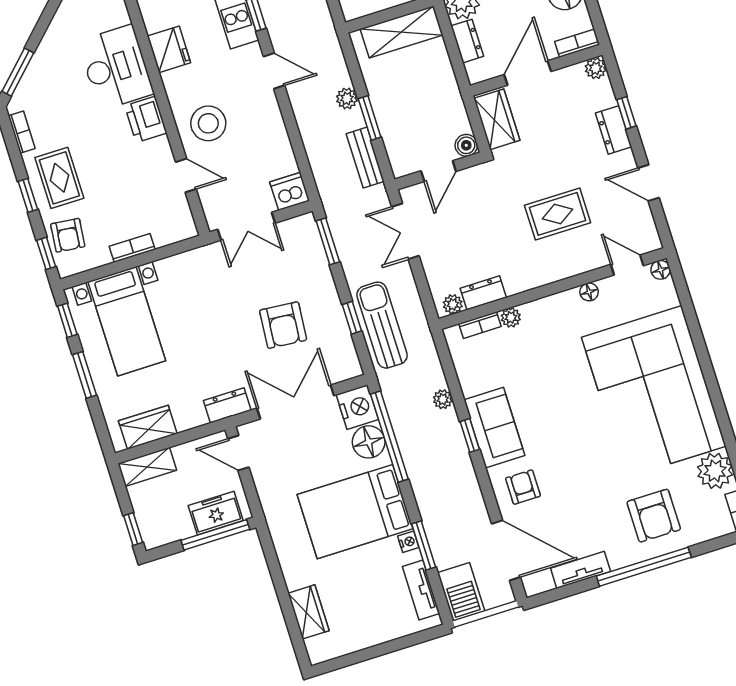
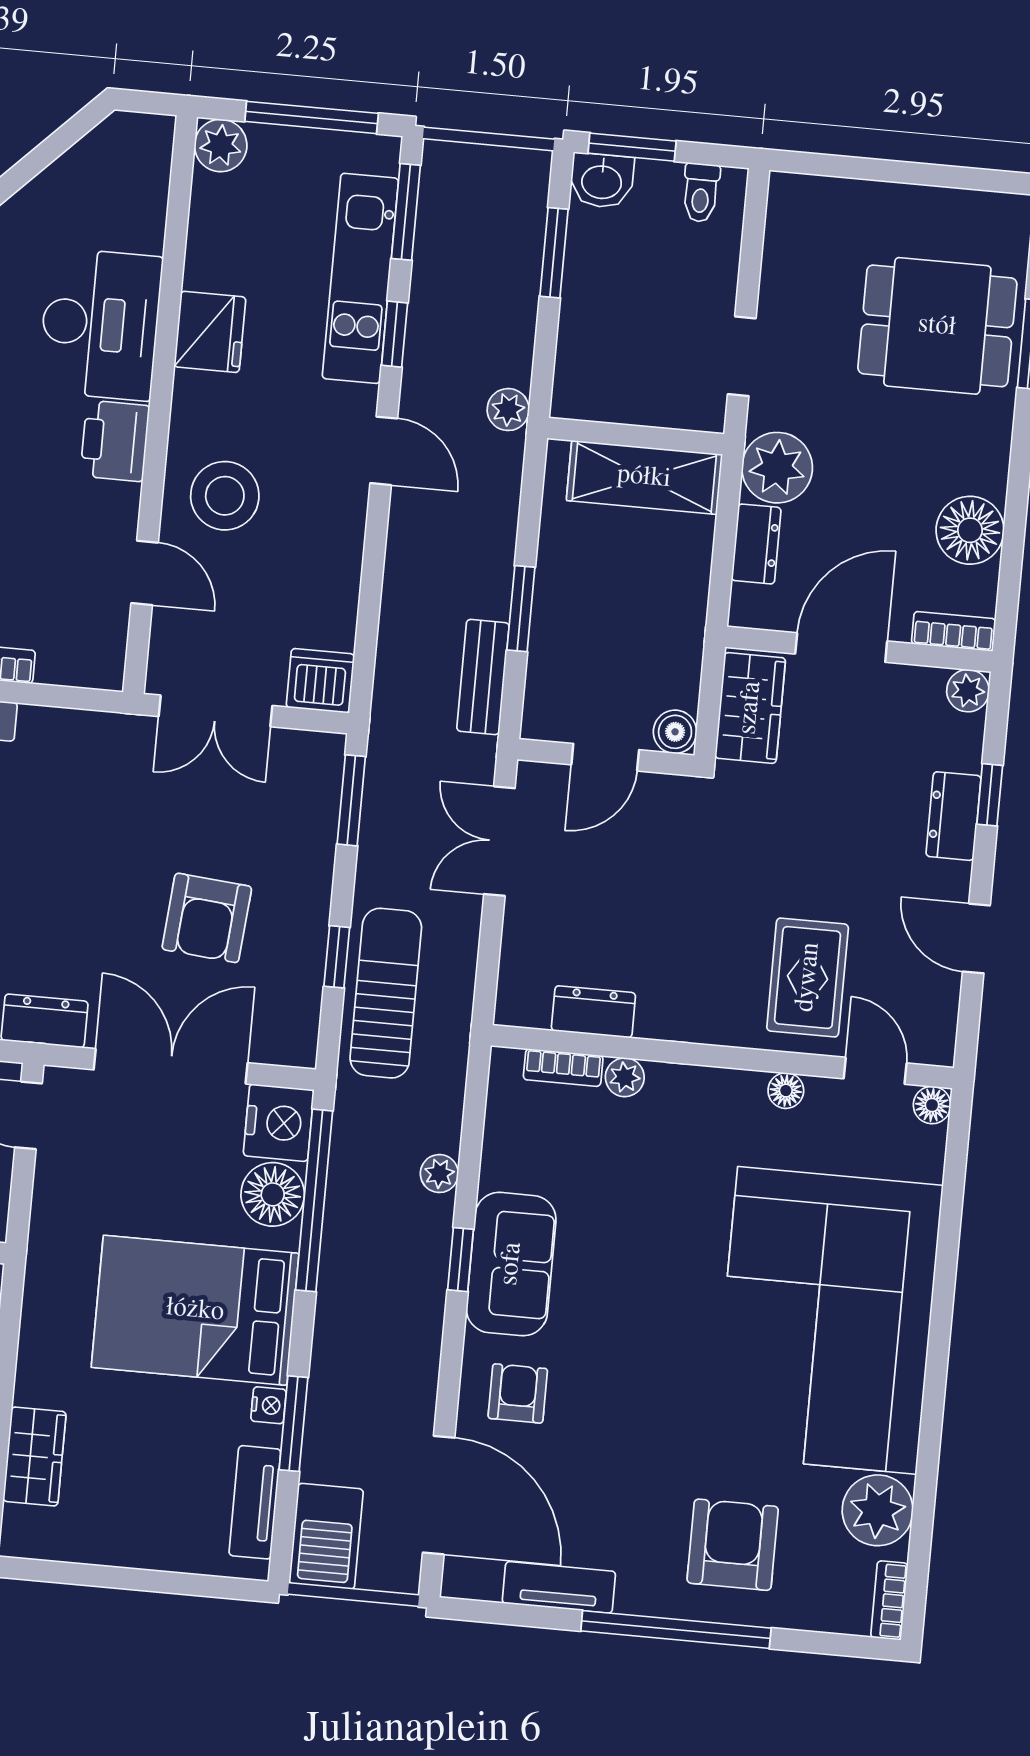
plant: (347, 99) -> (508, 410), moved
rug: (558, 214) -> (808, 977), moved, turned 90
plant: (453, 304) -> (530, 1009), removed
armchair: (654, 516) -> (733, 1545), turned 180

